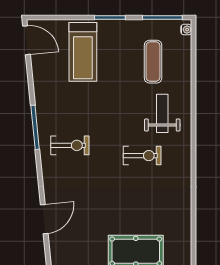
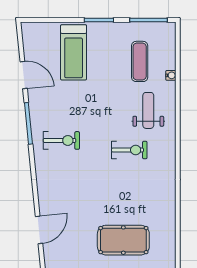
water cooler: (186, 30) -> (171, 75), moved
door: (26, 40) -> (24, 75), moved
door: (44, 219) -> (39, 230), moved

